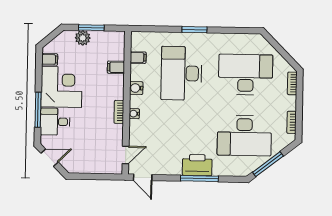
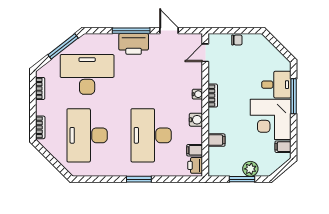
printer: (138, 42) -> (195, 165), added
desk: (181, 73) -> (151, 135), turned 180
desk: (246, 75) -> (87, 135), turned 90
door: (50, 158) -> (281, 49), removed
chair: (94, 167) -> (237, 40), added
door: (143, 177) -> (169, 31), moved

